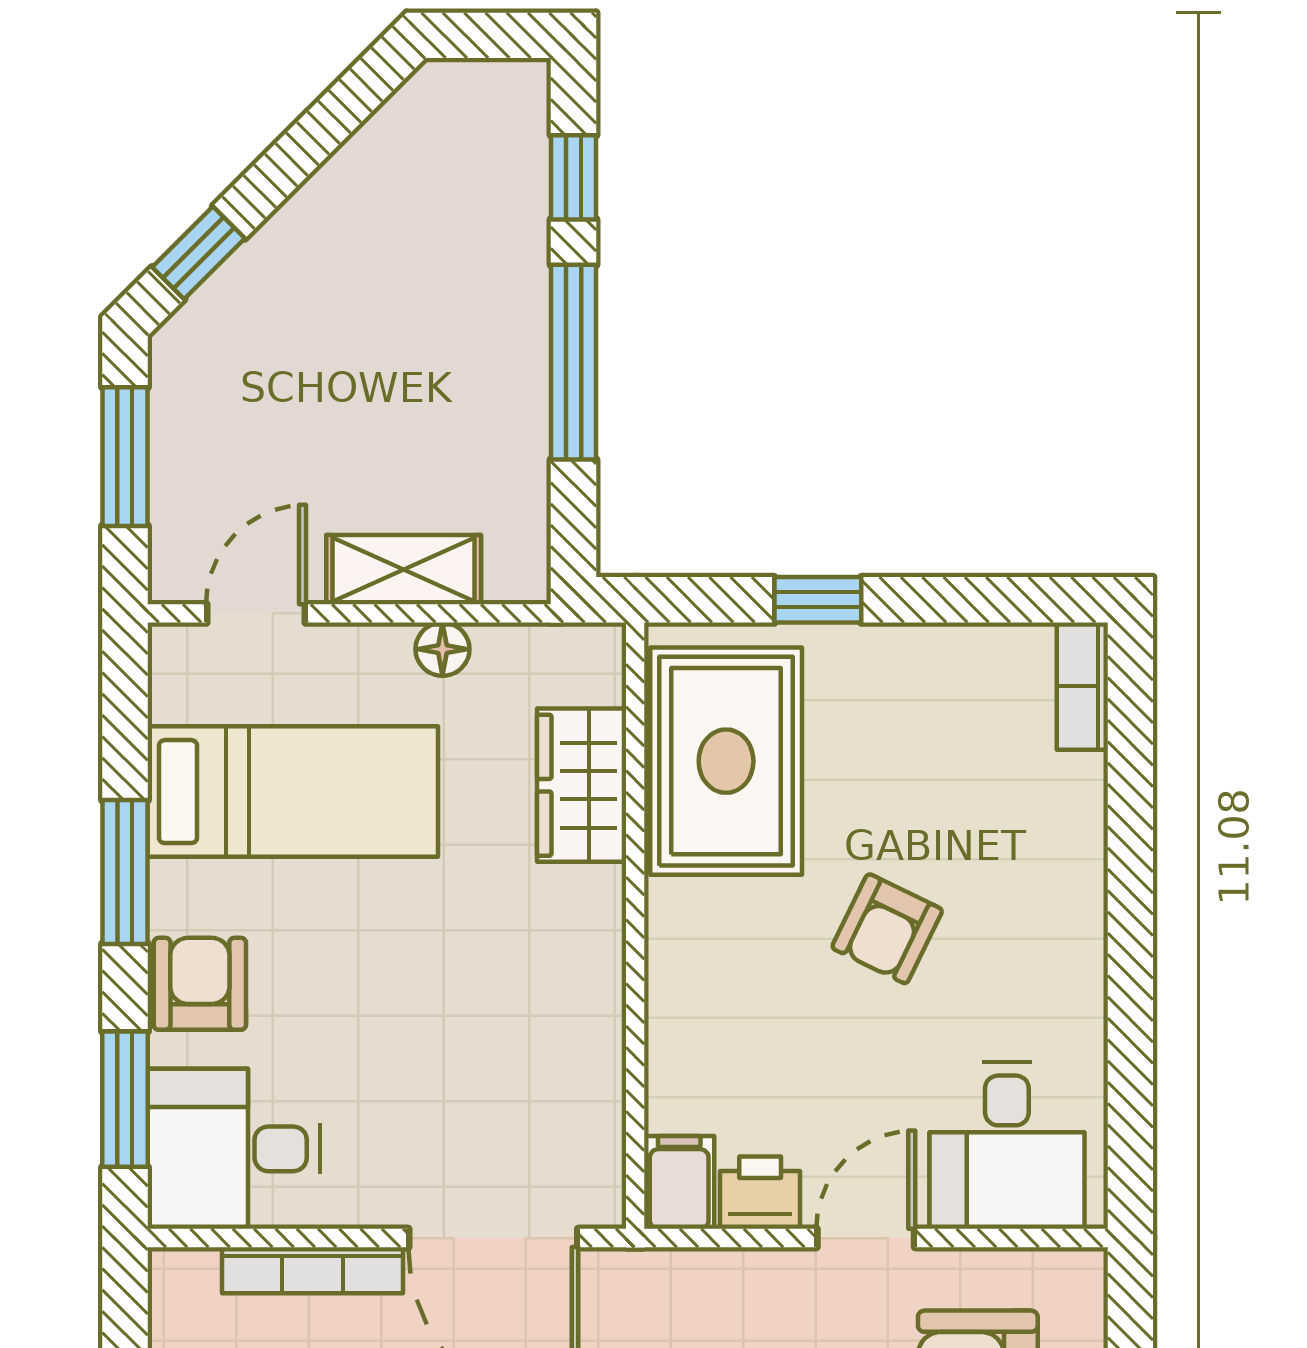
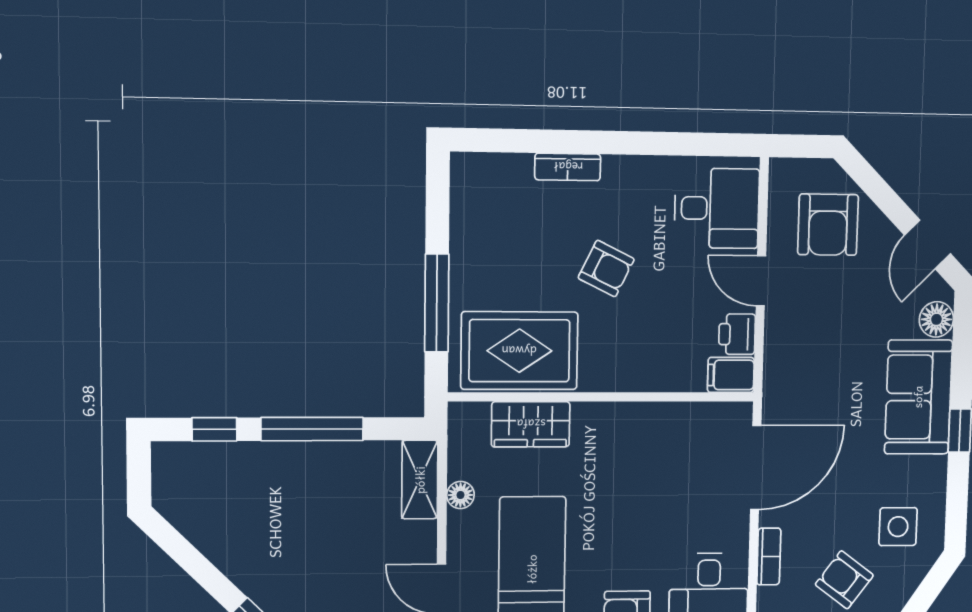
shelving: (404, 570) -> (420, 480), moved
window: (818, 600) -> (437, 303), width x2.17
bookcase: (1082, 686) -> (568, 167), moved
bookcase: (312, 1270) -> (769, 556), width x0.64

